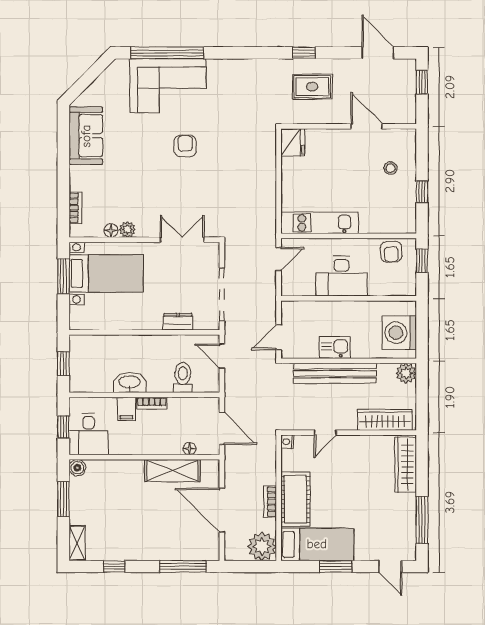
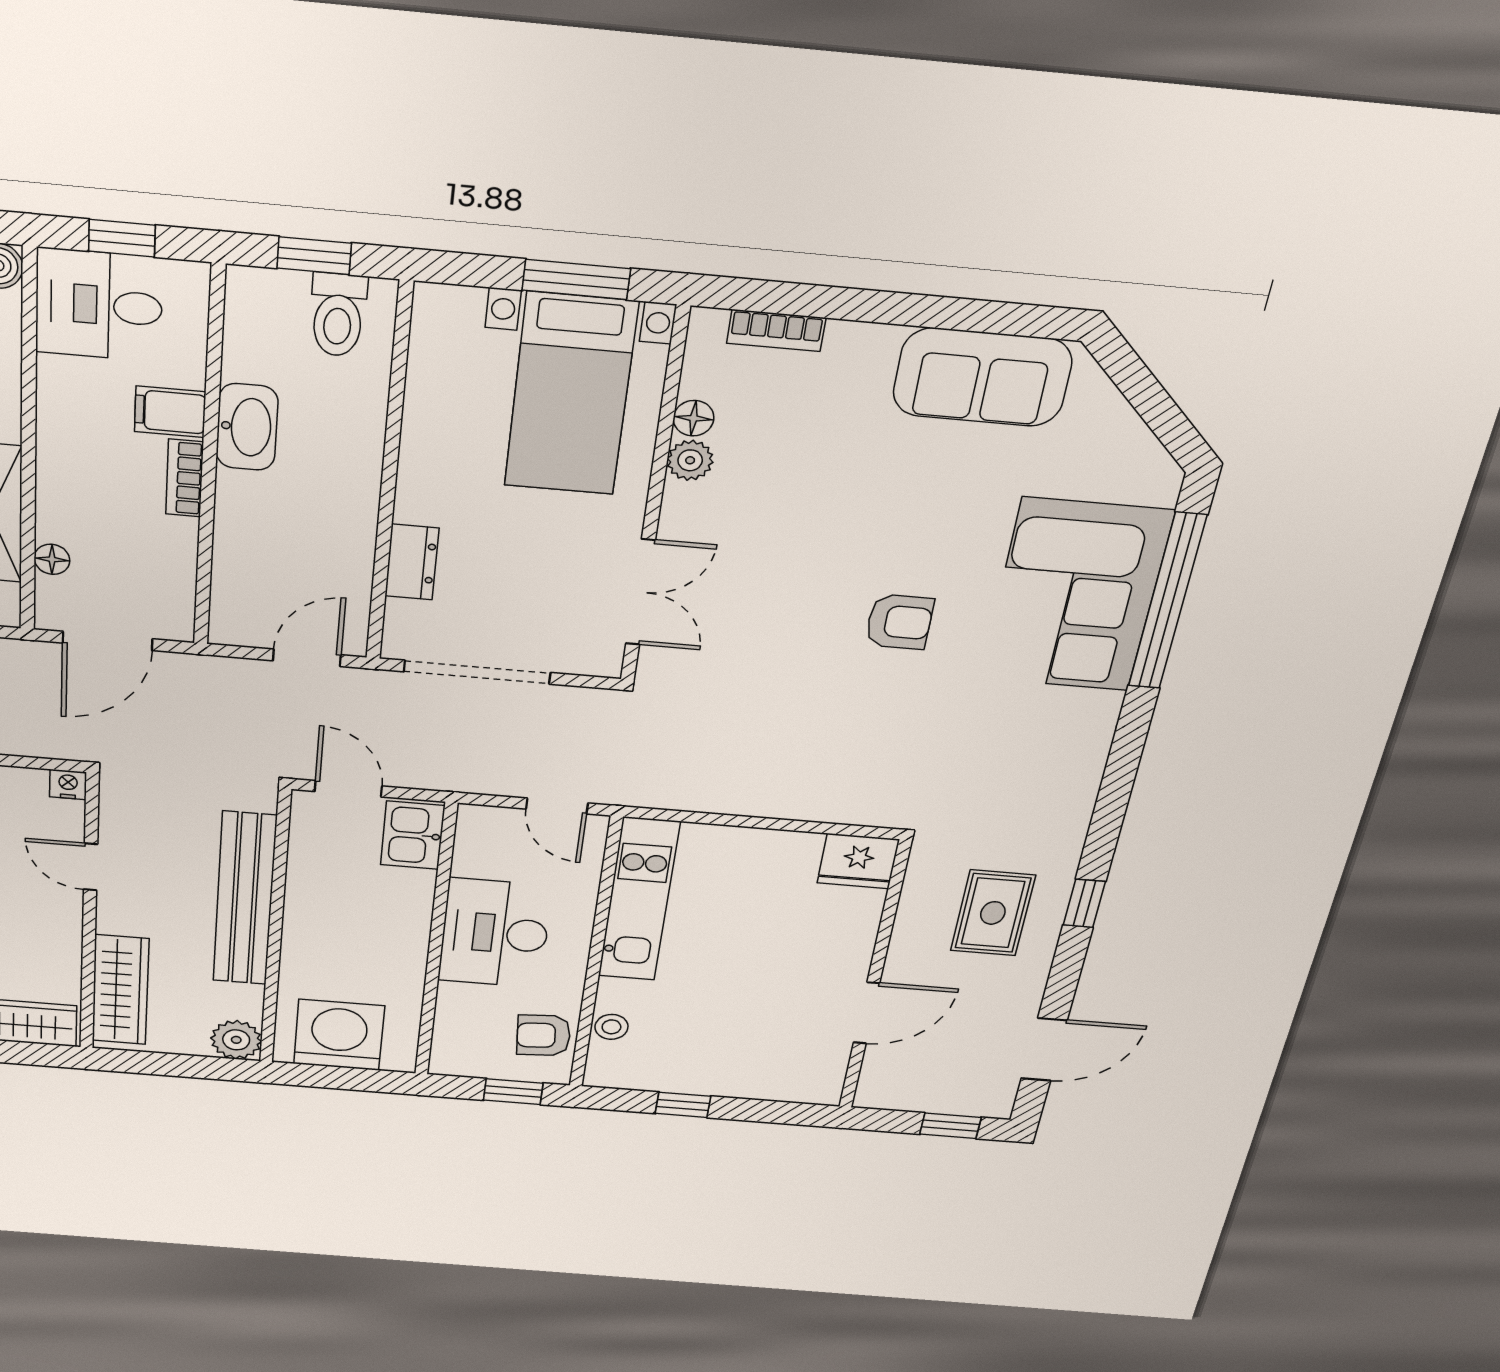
stool: (390, 168) -> (611, 1027), moved
kitchen sink: (335, 348) -> (413, 835), moved, turned 180
toilet: (183, 377) -> (338, 315), moved, turned 90

